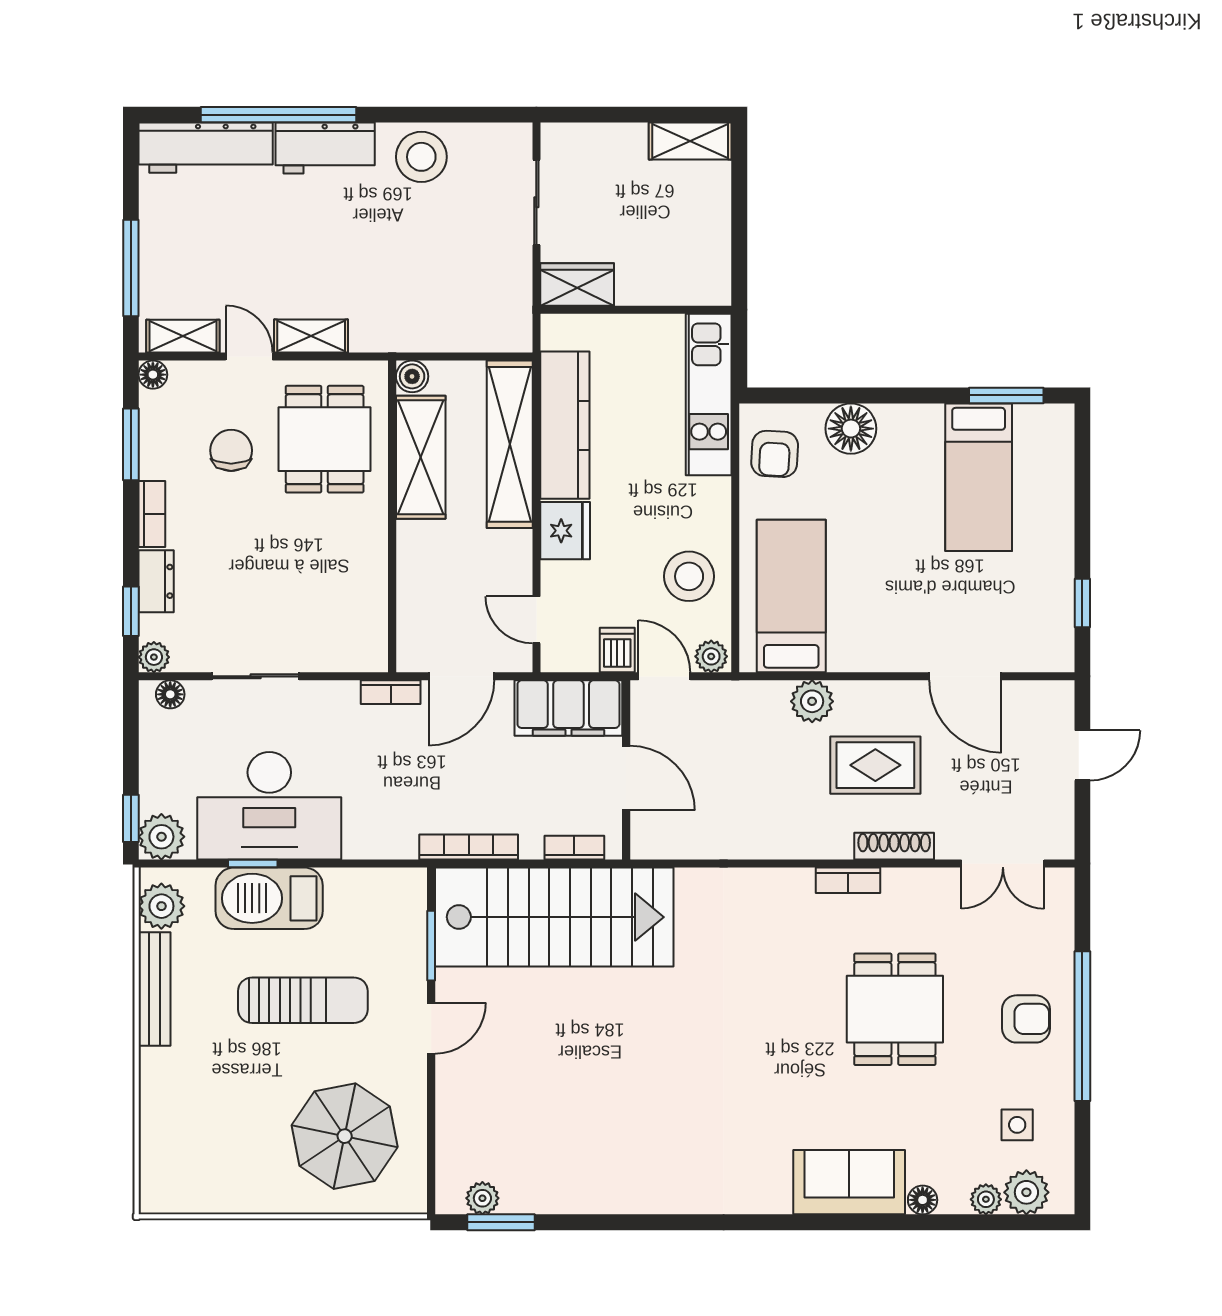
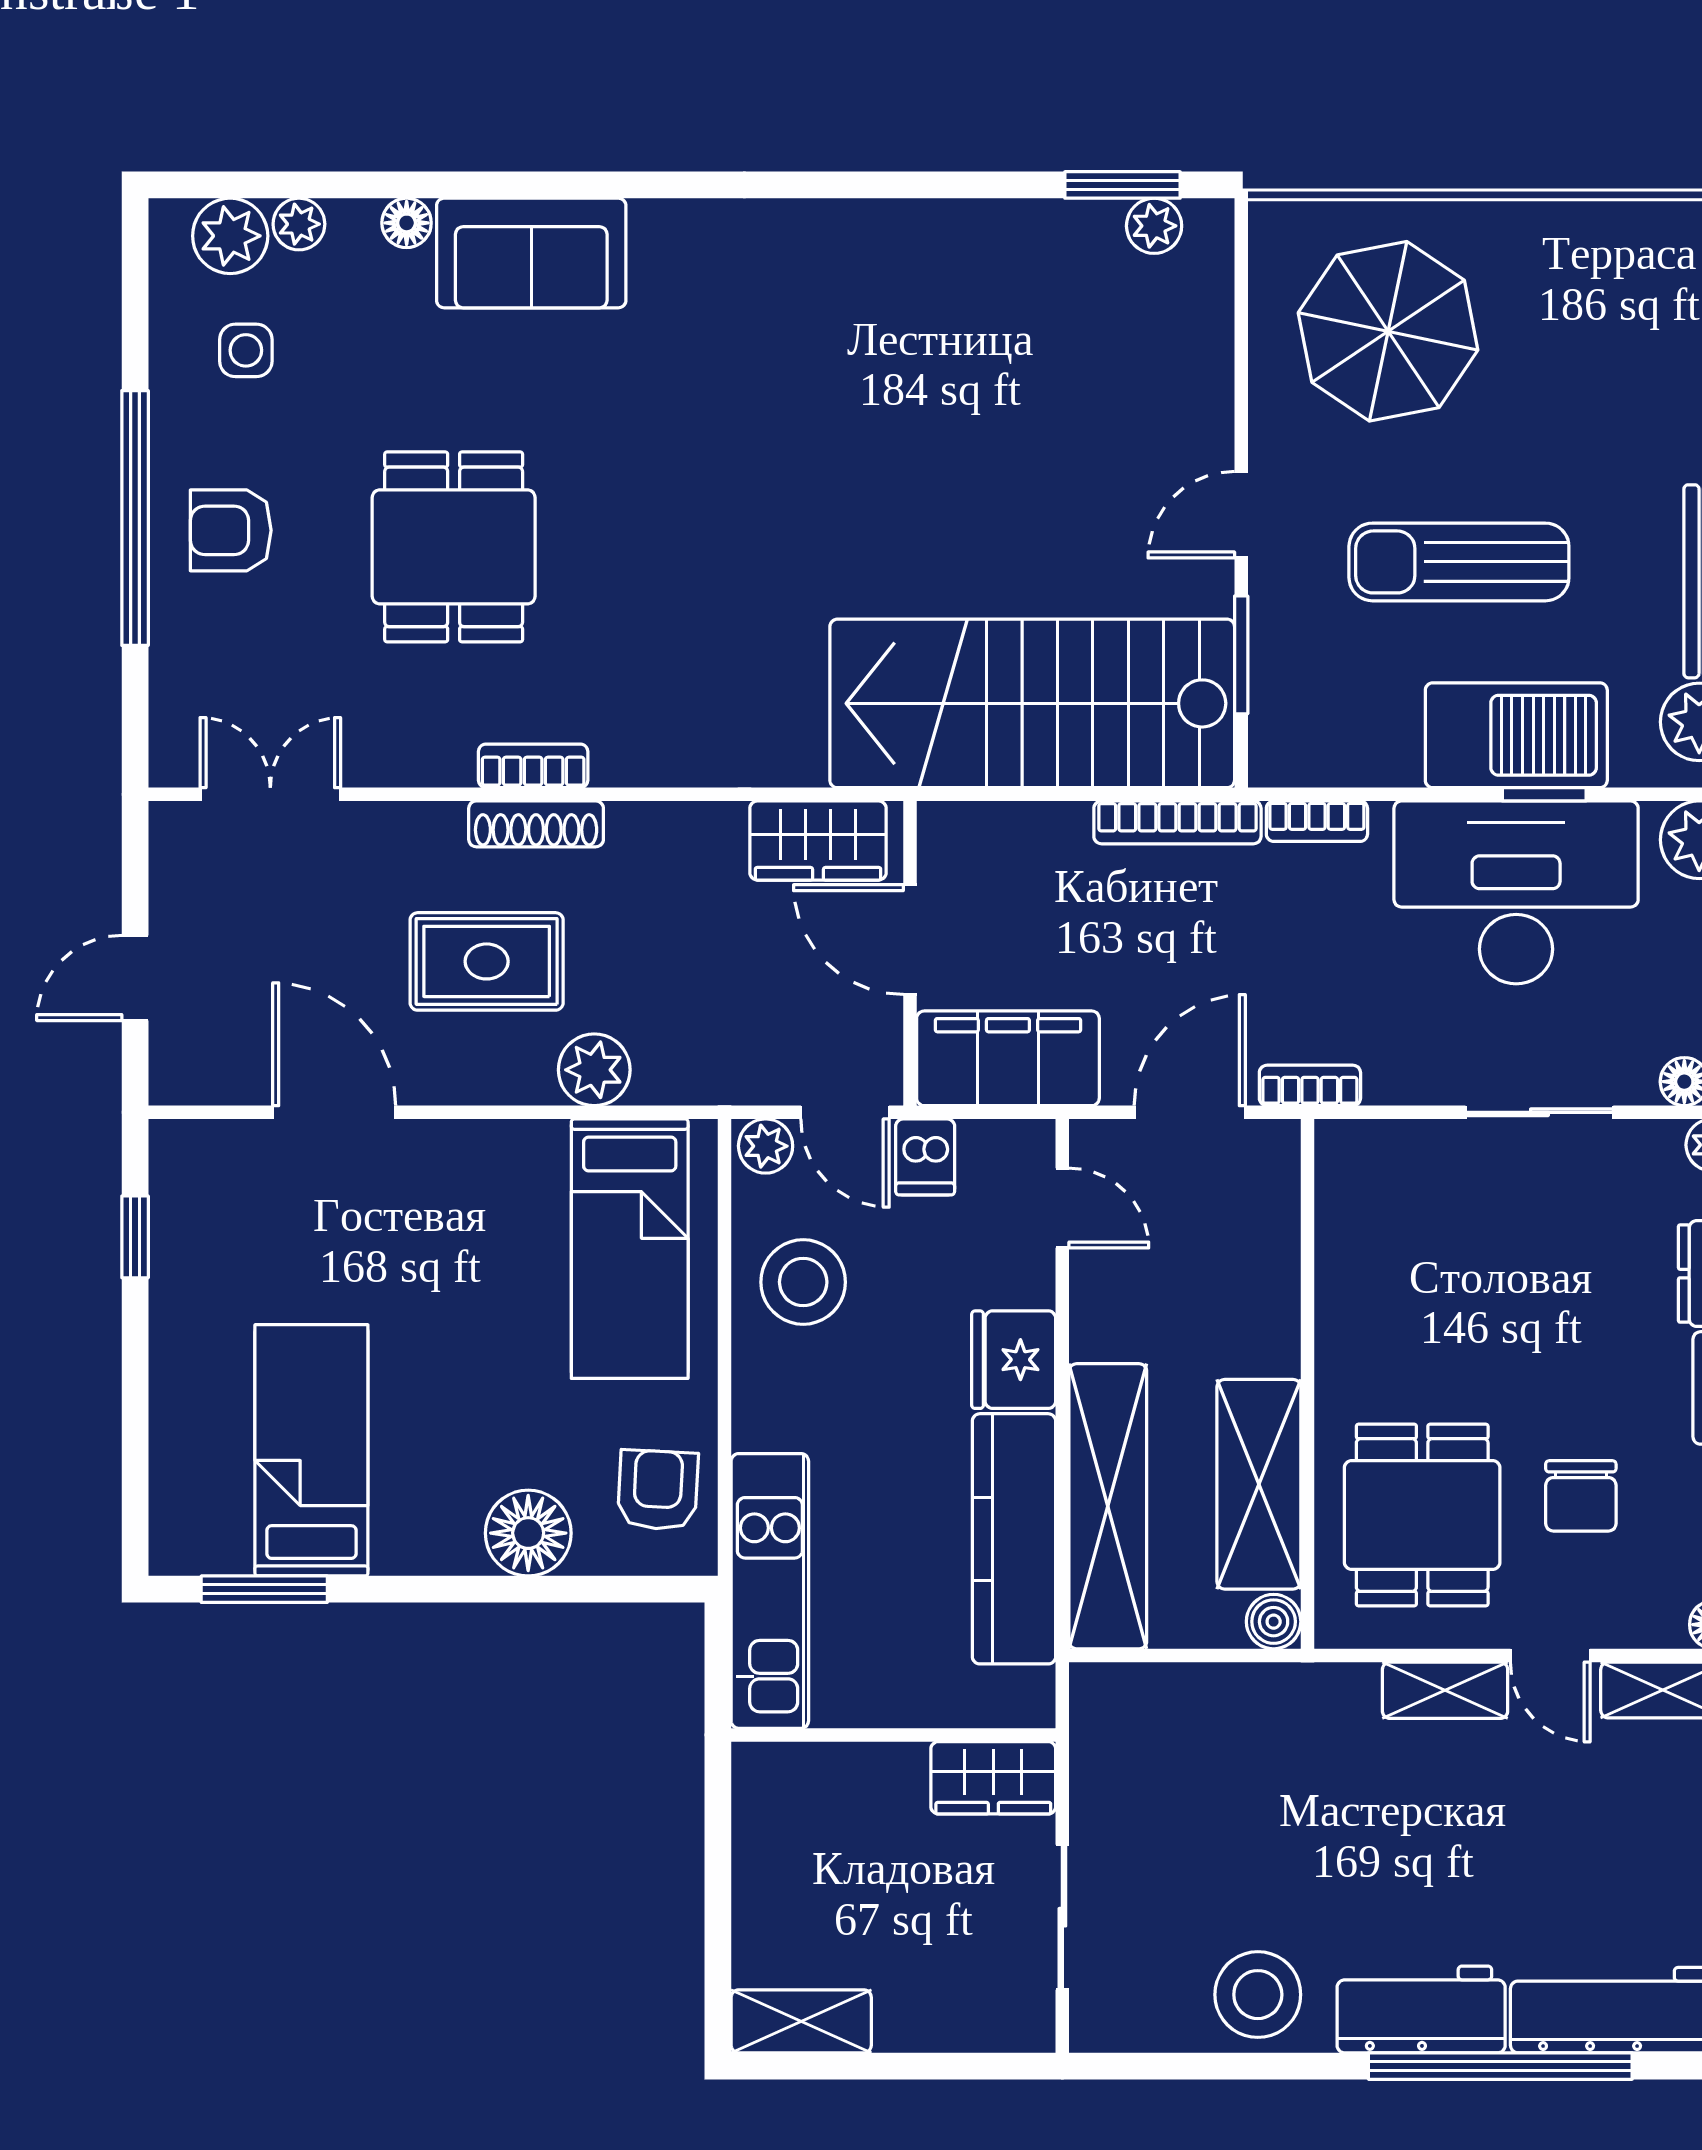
wardrobe: (680, 836) -> (818, 841), added
shoe rack: (894, 846) -> (536, 824), moved
bookcase: (574, 848) -> (1317, 821), moved

